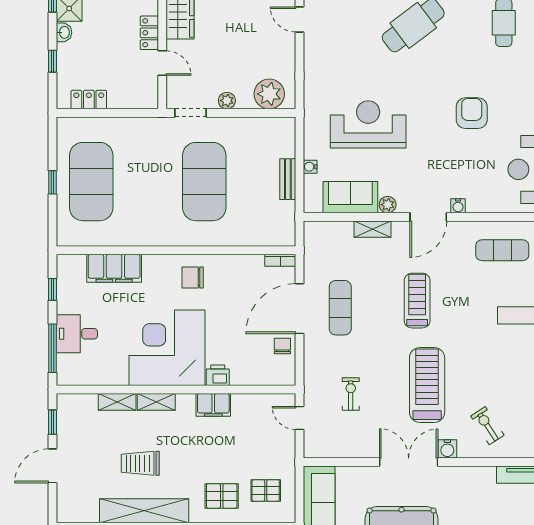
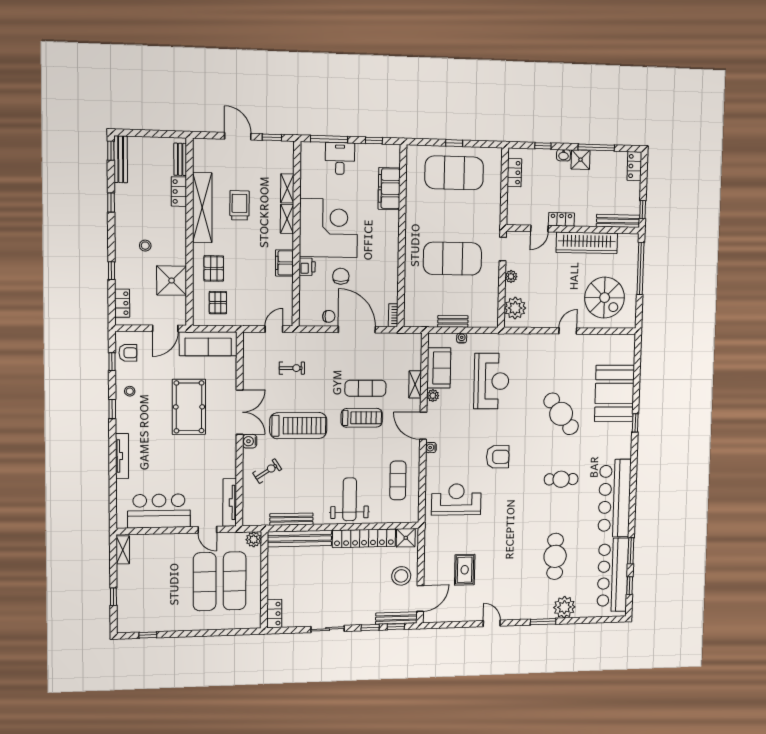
chair: (193, 278) -> (341, 276), moved
exercise mat: (340, 308) -> (365, 388), moved

